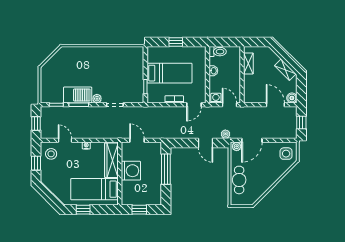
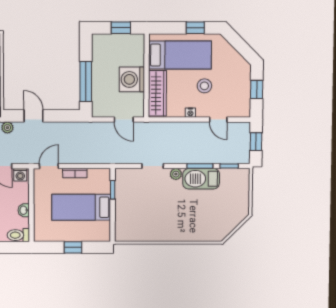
stool: (51, 154) -> (204, 86), moved

